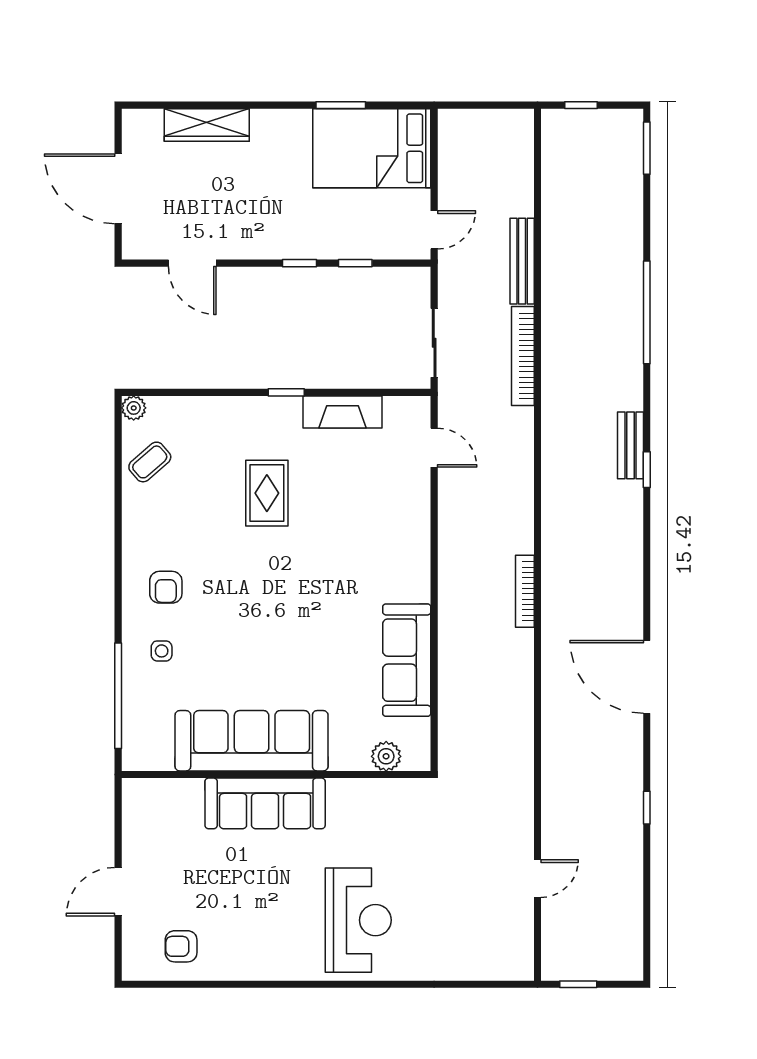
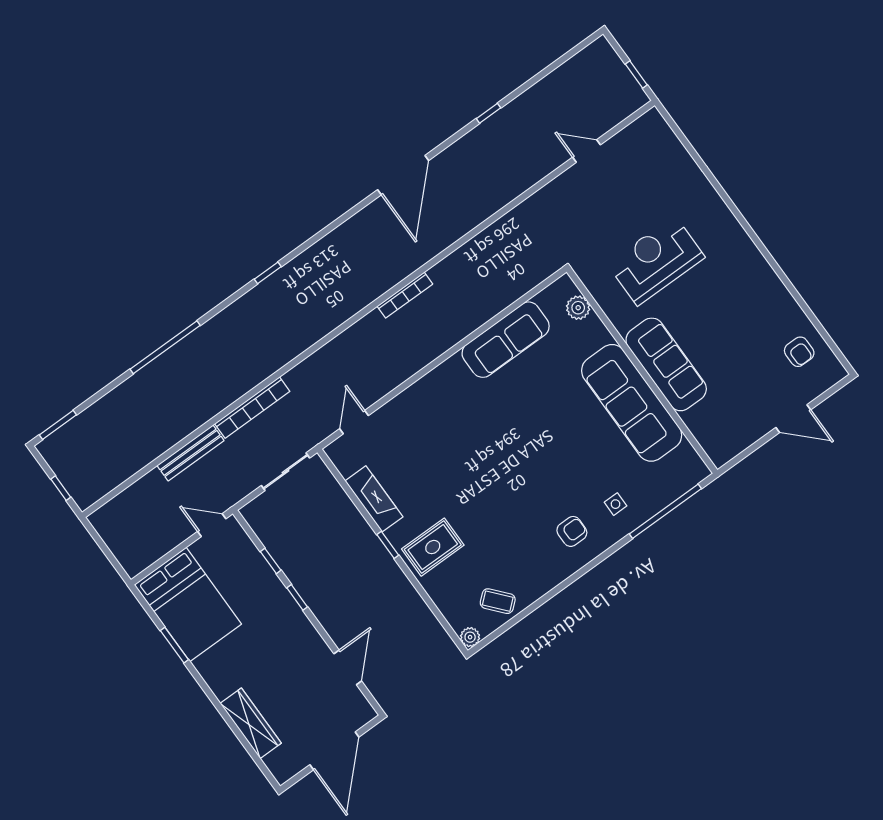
bench: (630, 445) -> (260, 295), removed
rug: (267, 493) -> (433, 547), moved
reception desk: (358, 920) -> (656, 261), moved

